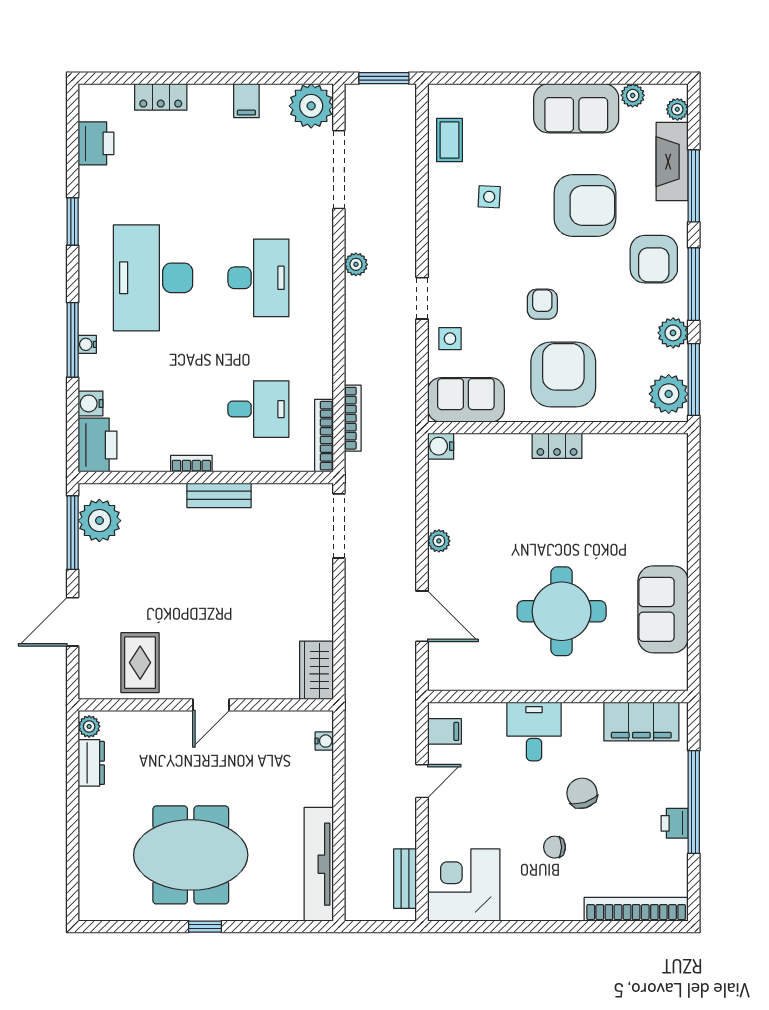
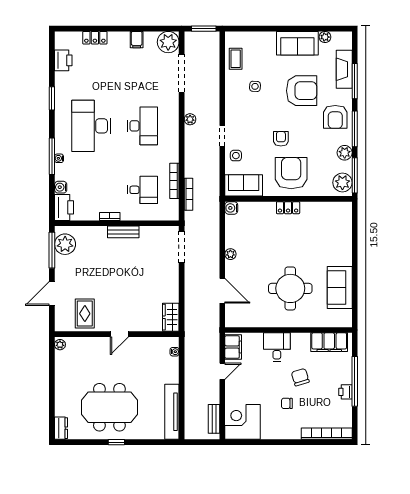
plant: (677, 109) -> (347, 44), removed
bookcase: (324, 436) -> (174, 181), moved
filing cabinet: (445, 731) -> (233, 347), width x2.00
dresser: (91, 763) -> (61, 428), moved

